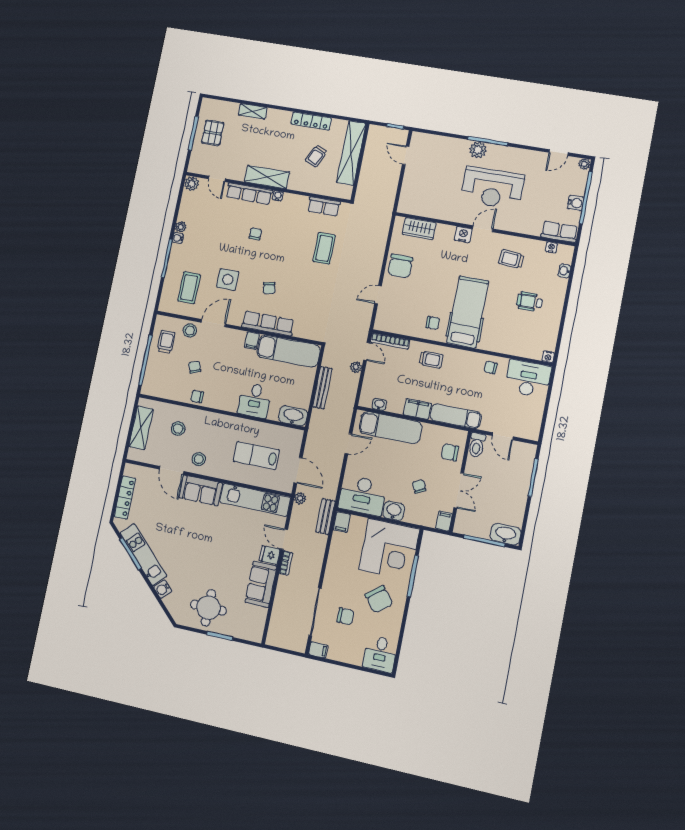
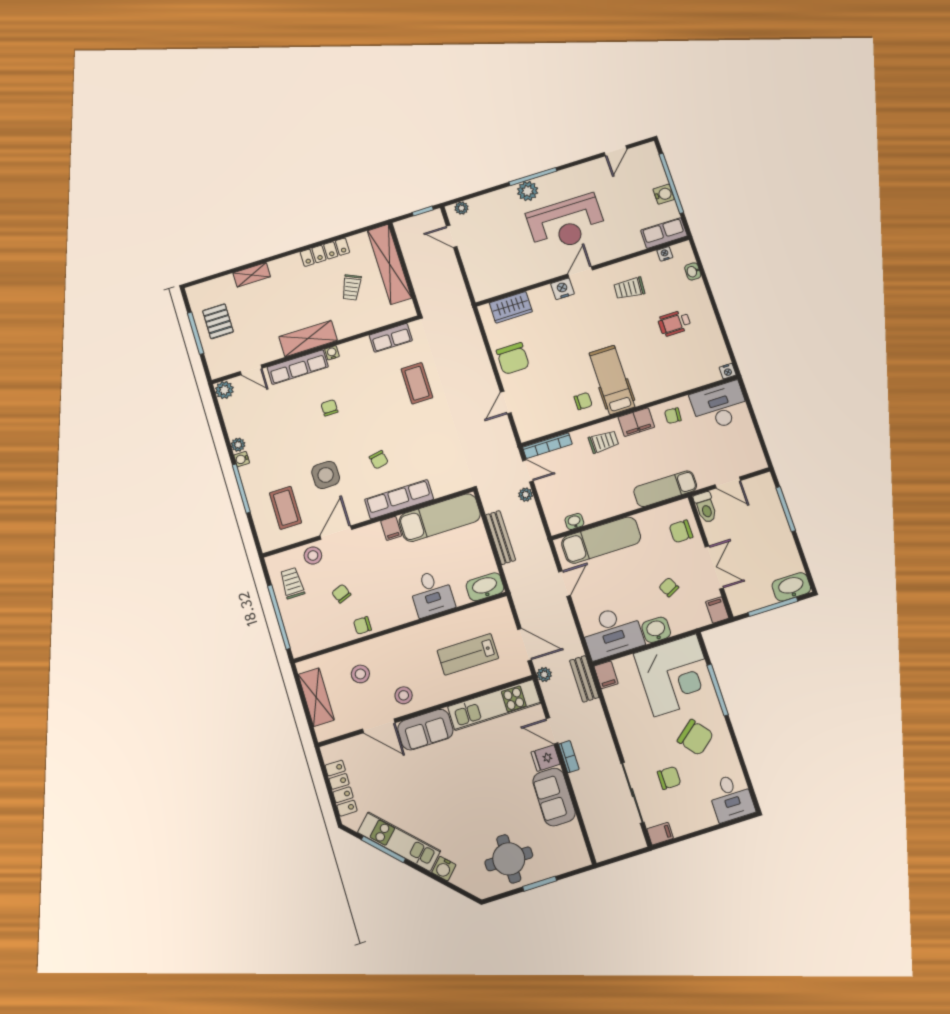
plant: (584, 164) -> (462, 208), moved
hospital bed: (468, 312) -> (612, 380), width x0.73, depth x0.78
filing cabinet: (417, 409) -> (636, 422), moved, turned 180

